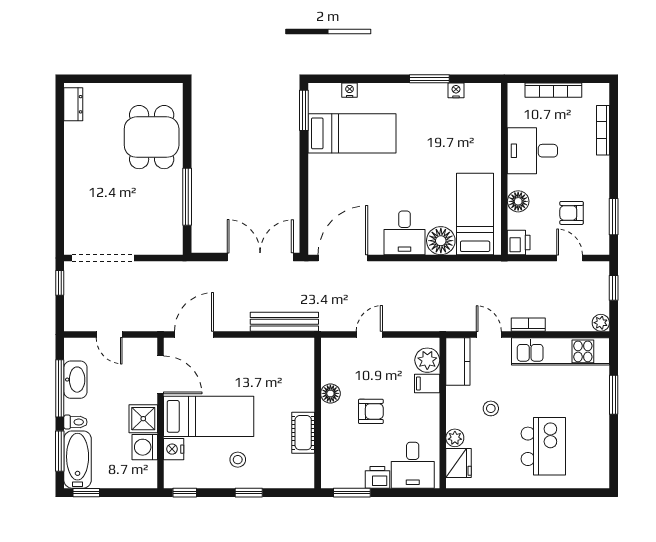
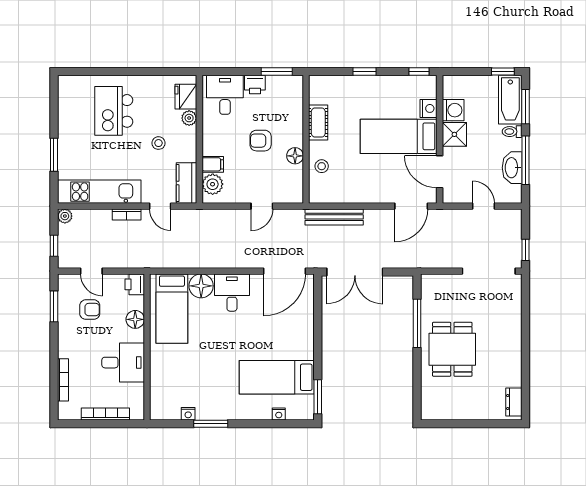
dining table: (152, 137) -> (452, 349), moved
stool: (238, 460) -> (322, 166), moved

